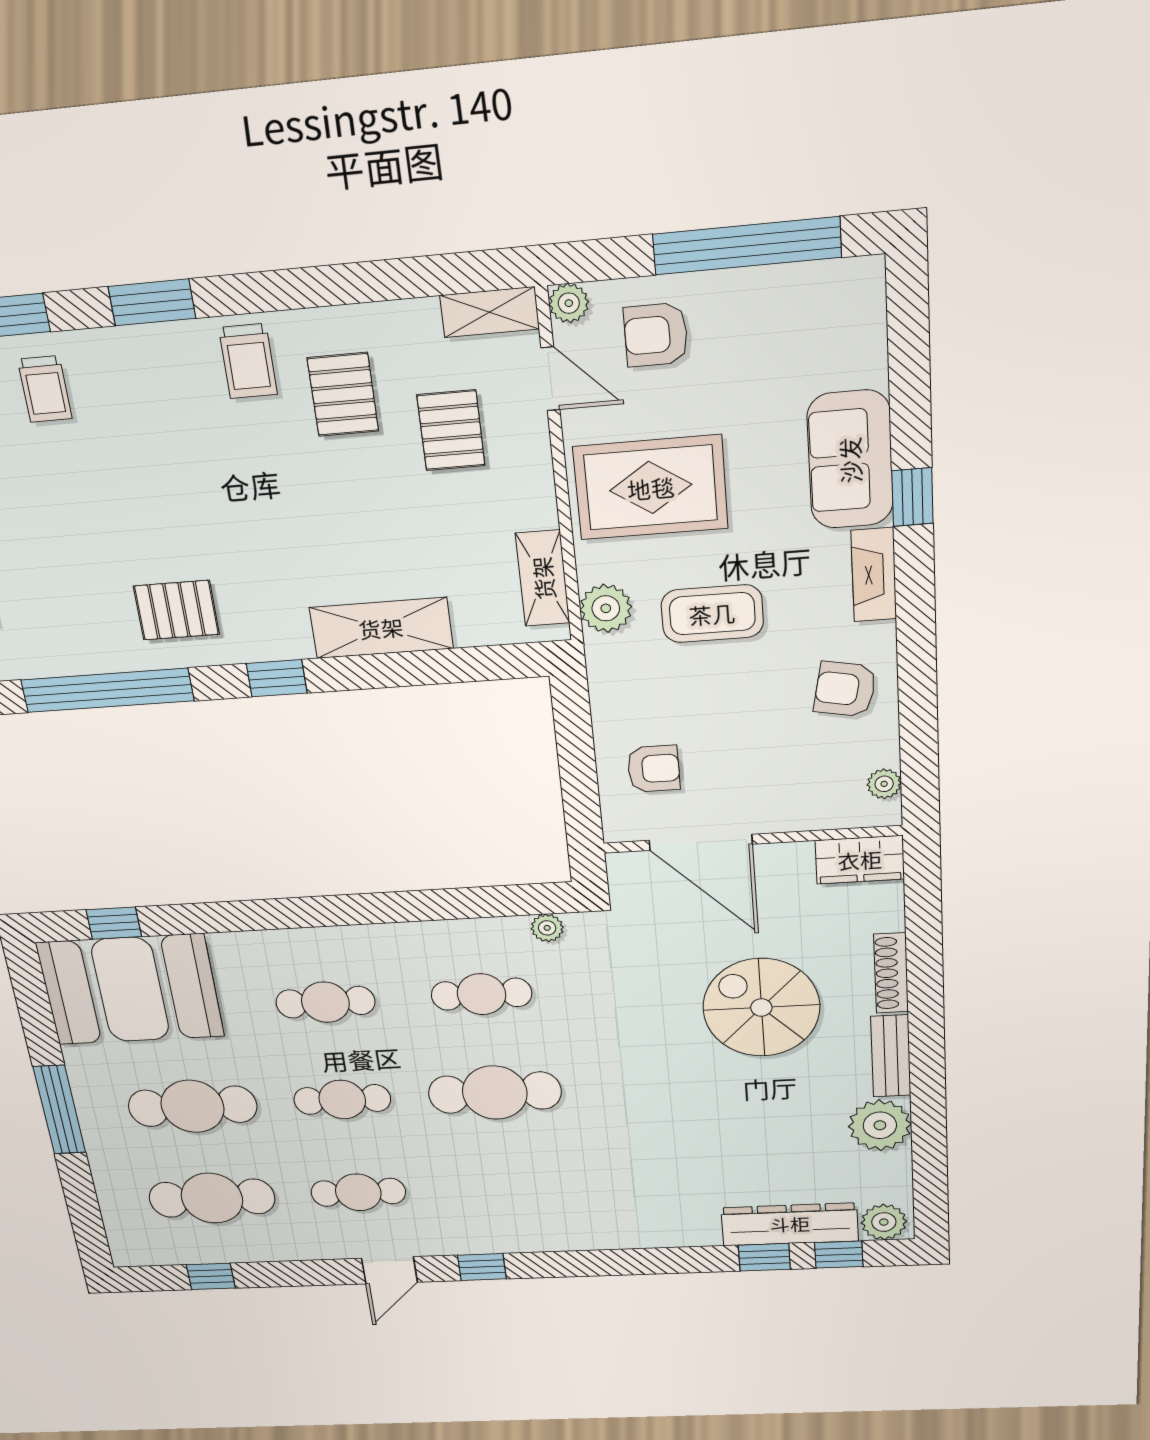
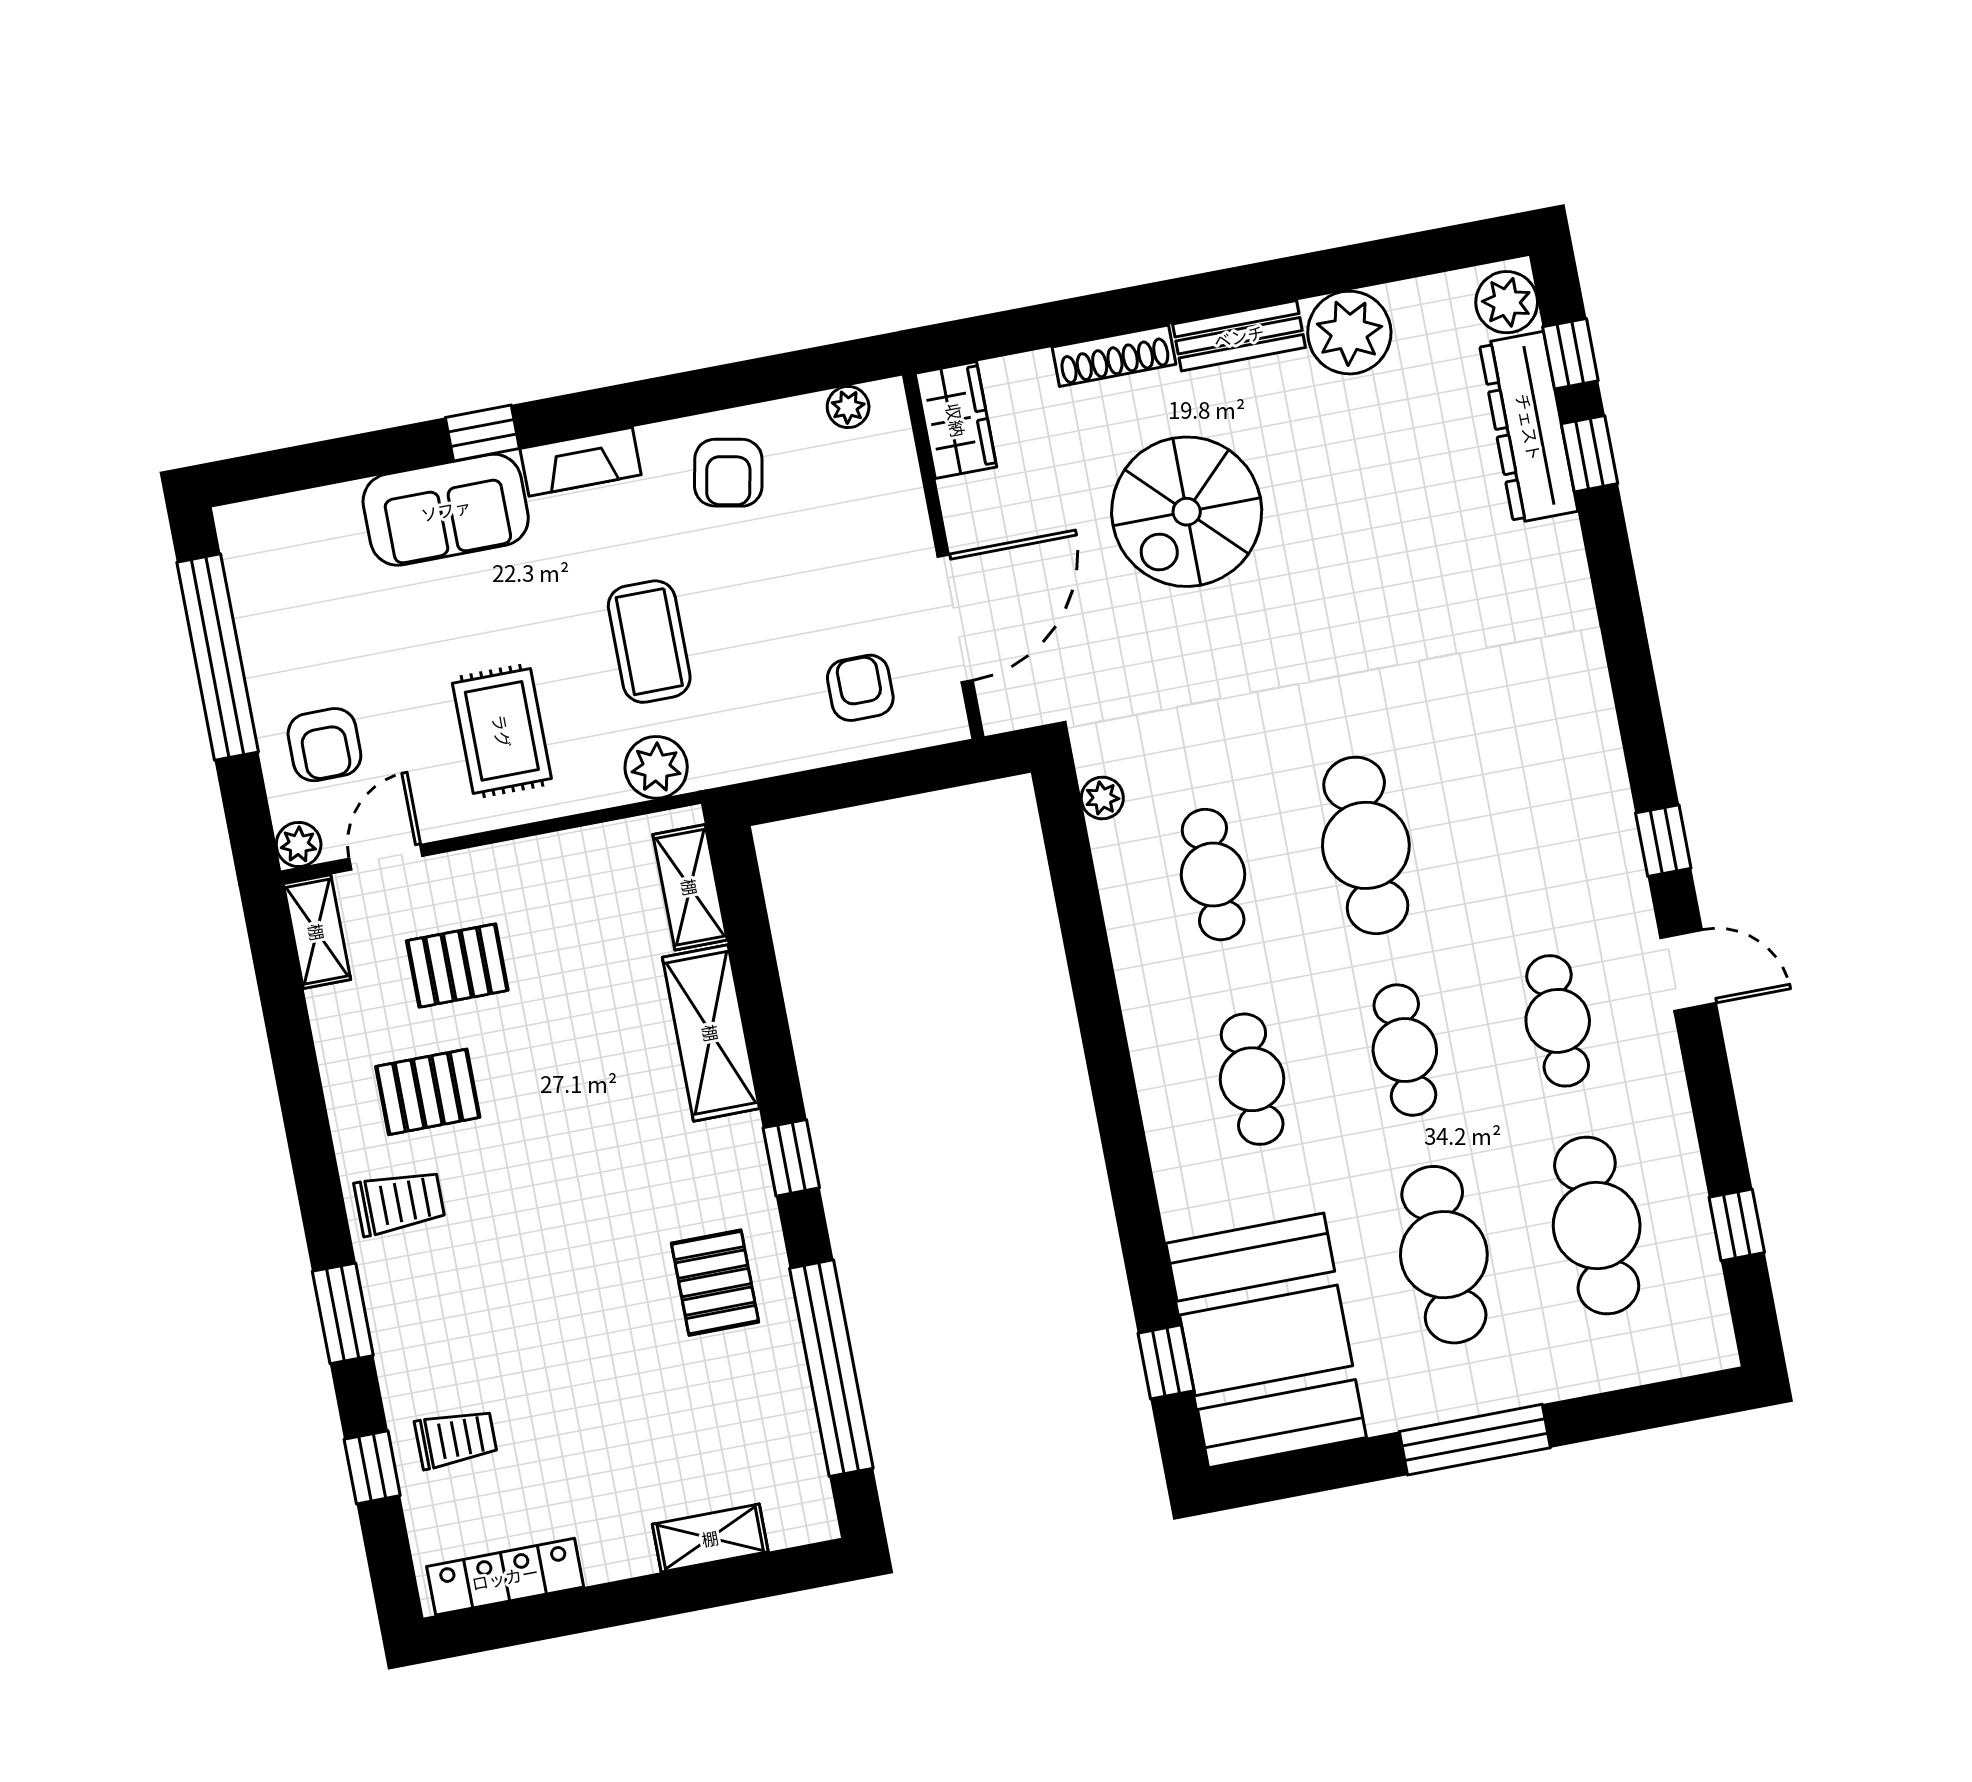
rug: (651, 488) -> (502, 731), width x0.73, depth x0.70
shelving: (543, 578) -> (690, 887), moved, turned 90

